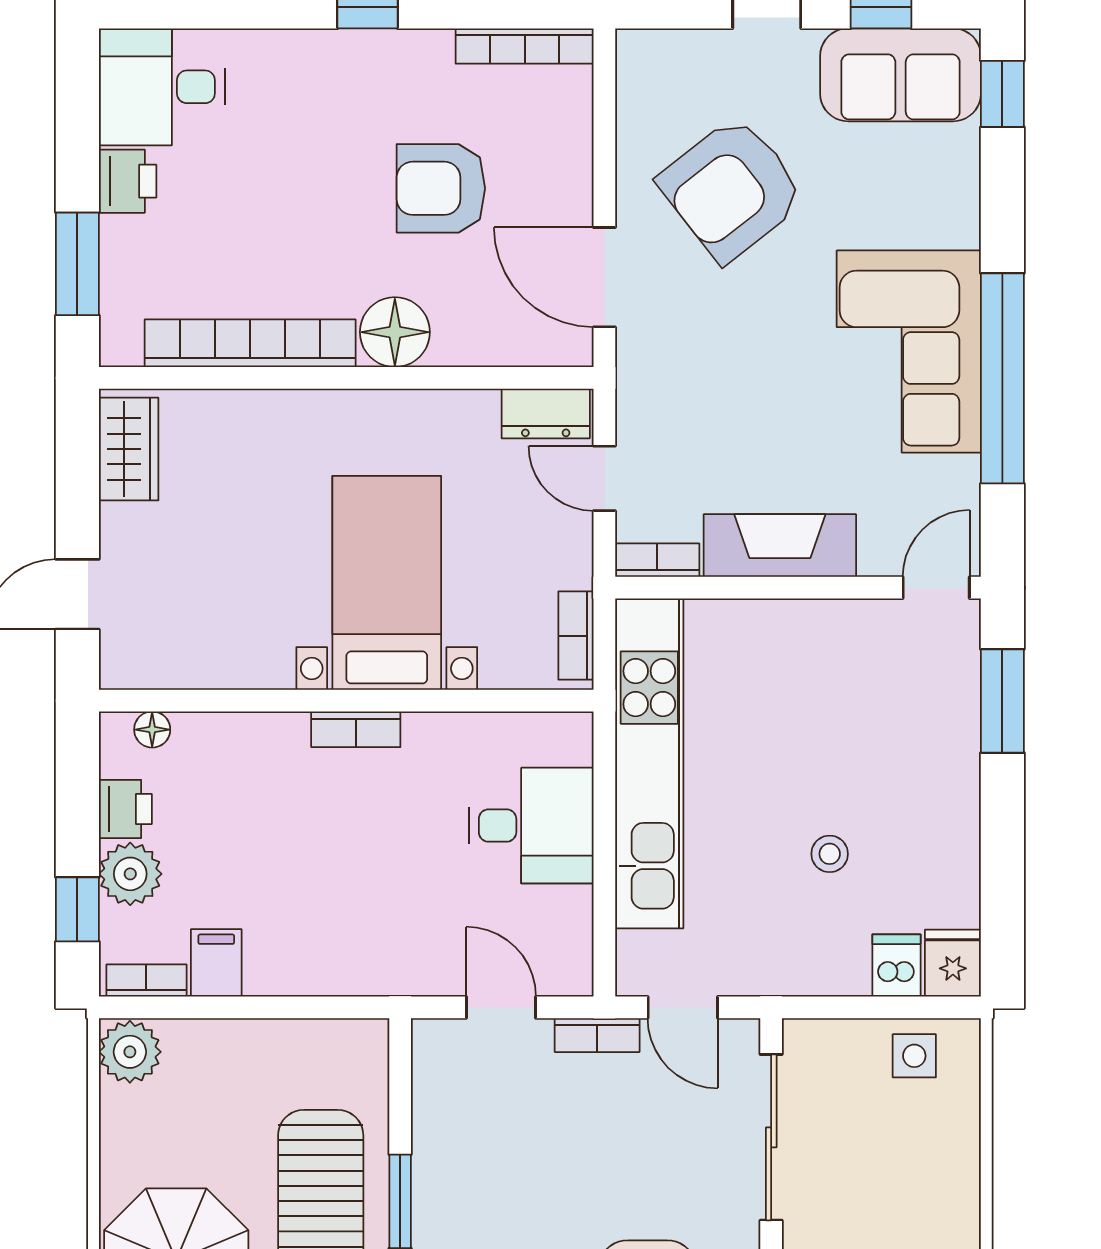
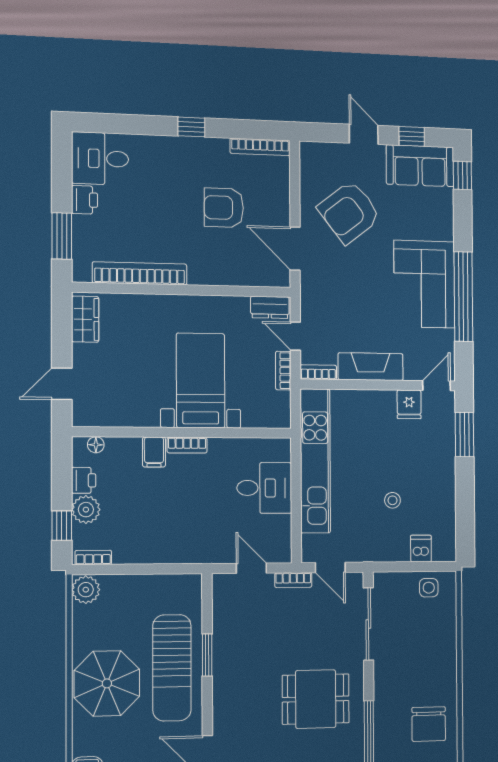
floor lamp: (395, 332) -> (204, 270), removed
bookcase: (576, 636) -> (283, 371), moved
filing cabinet: (216, 963) -> (154, 452), moved, turned 180
fridge: (953, 963) -> (409, 404), moved, turned 180

